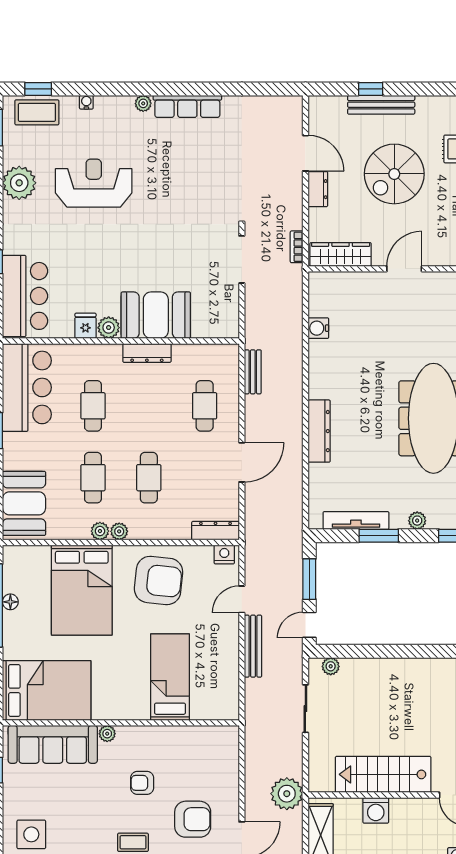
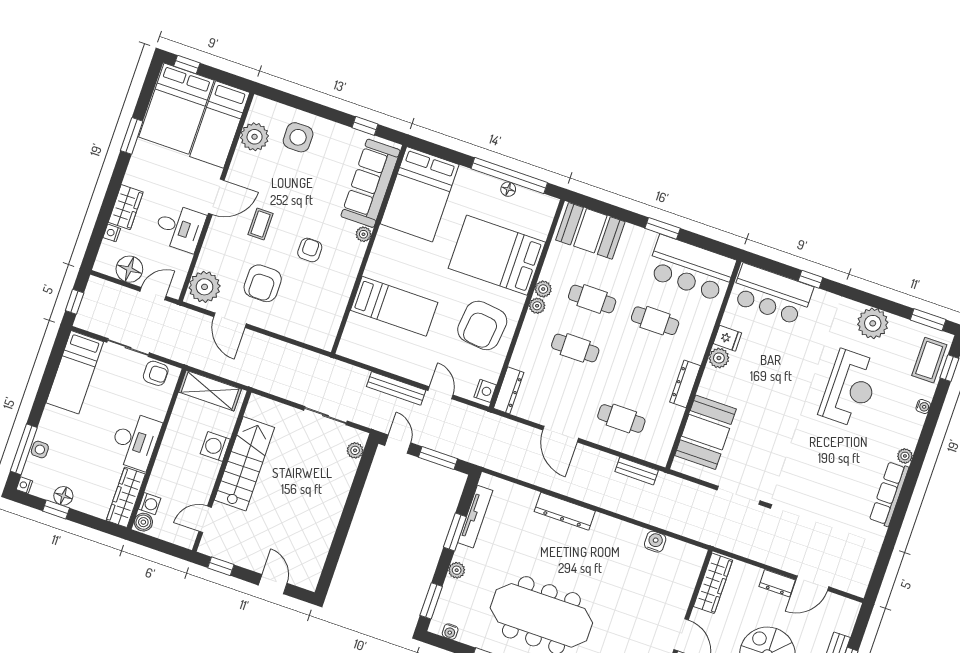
bookcase: (297, 247) -> (733, 547), removed
booth: (156, 315) -> (706, 432), moved
plant: (287, 794) -> (257, 373), removed

